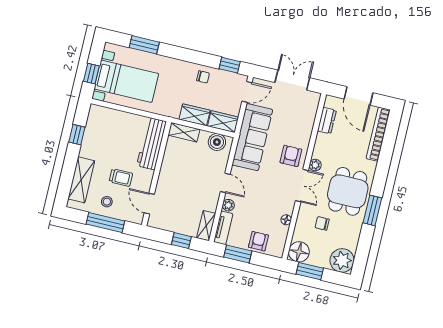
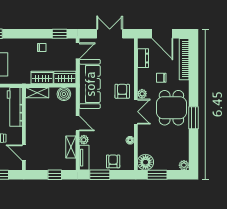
chair: (322, 223) -> (161, 78), moved
shelving: (206, 226) -> (71, 147), moved
plant: (342, 260) -> (184, 165), width x0.53, depth x0.53

